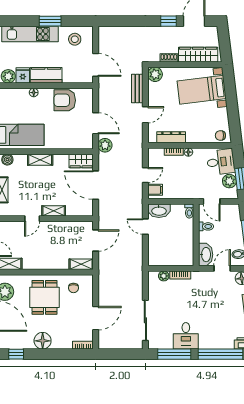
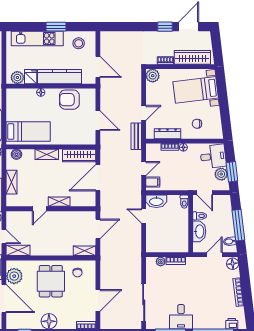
kitchen counter: (46, 75) -> (59, 77), width x1.50
bench: (137, 88) -> (136, 136), moved
chair: (220, 135) -> (197, 124), moved
plant: (105, 145) -> (107, 141), removed
wardrobe: (81, 161) -> (79, 156), width x1.50
door: (96, 185) -> (98, 178), hinge flipped
washbasin: (206, 255) -> (199, 231), moved

